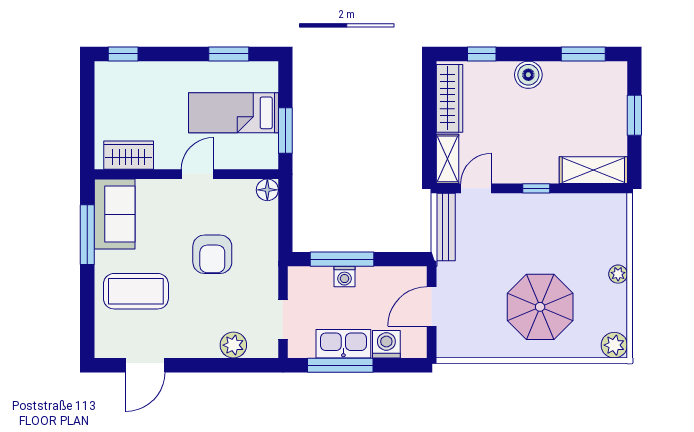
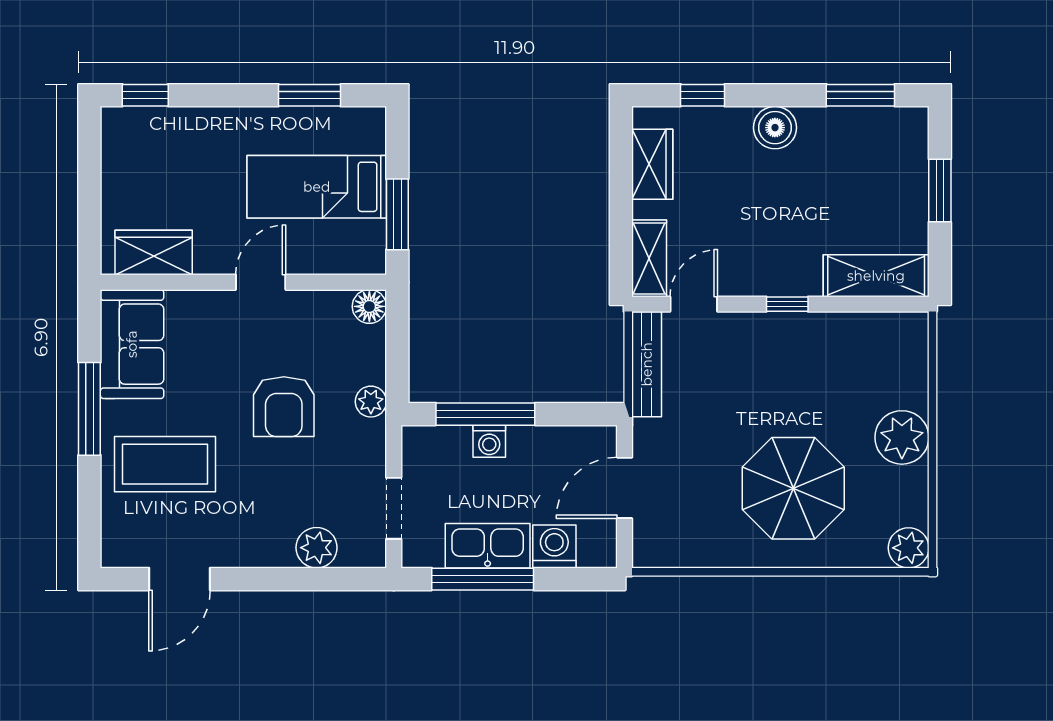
wardrobe: (449, 98) -> (652, 164), width x0.67
window: (87, 235) -> (89, 409), moved
plant: (268, 251) -> (371, 402), added
plant: (618, 274) -> (902, 437), width x1.88, depth x1.88

